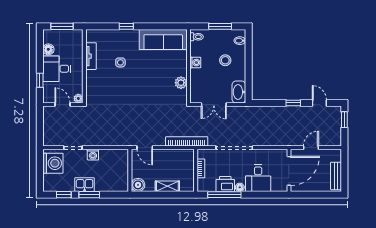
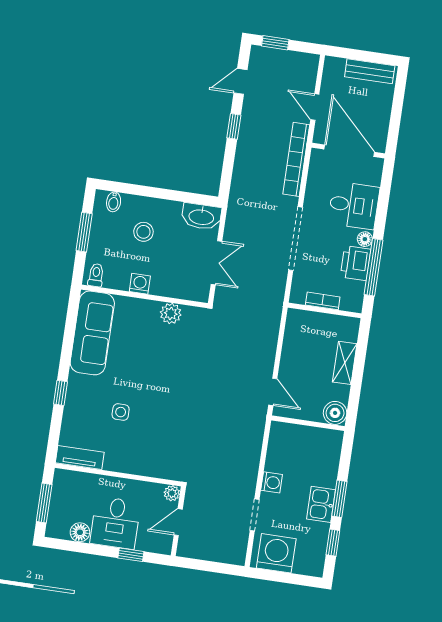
tv unit: (91, 56) -> (80, 458), moved
bookcase: (187, 141) -> (296, 159), moved
door: (145, 148) -> (273, 392), hinge flipped

